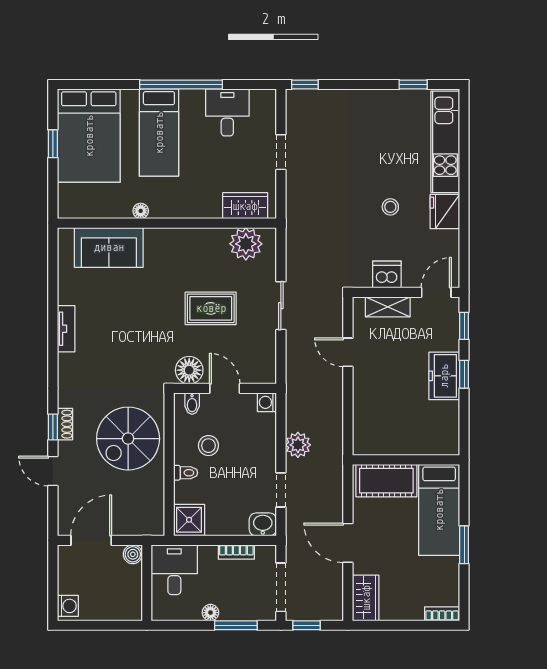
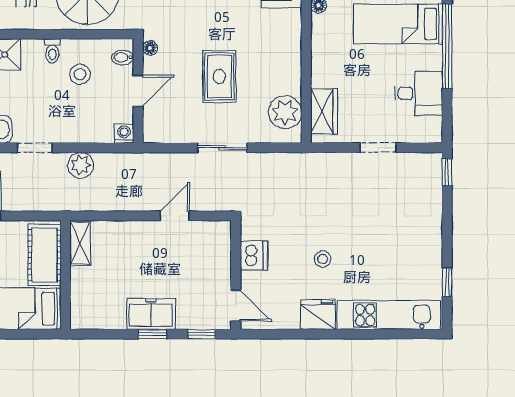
shelving: (388, 307) -> (80, 243), moved
floor lamp: (189, 370) -> (150, 48), width x0.53, depth x0.53

